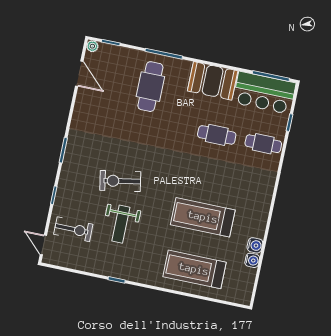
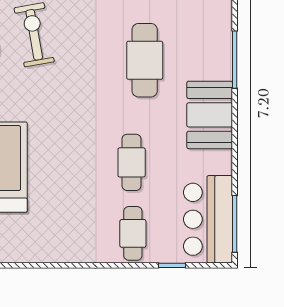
booth: (213, 81) -> (210, 115), moved
cafe table: (150, 87) -> (145, 60), moved, turned 90

